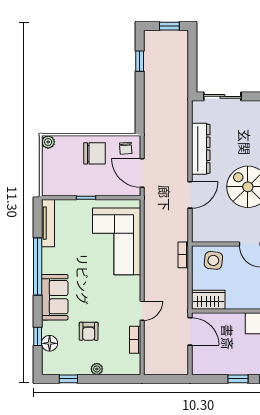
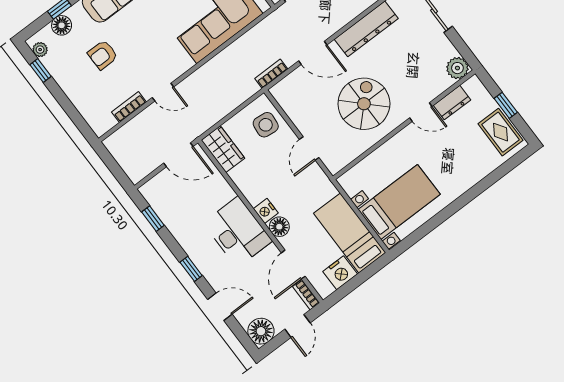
bookcase: (183, 255) -> (271, 74), moved
door: (190, 331) -> (178, 155), hinge flipped
plant: (97, 369) -> (40, 50), moved
window: (238, 379) -> (153, 219), moved

